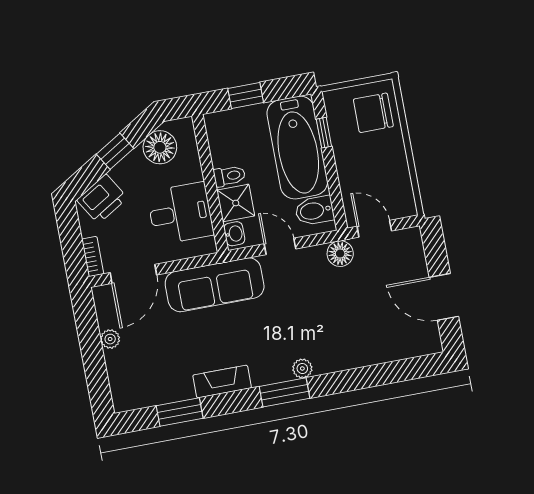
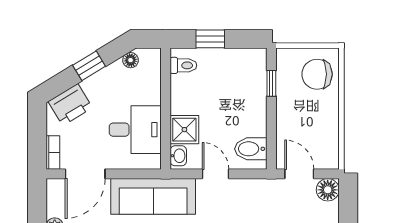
floor lamp: (160, 147) -> (131, 60), width x0.53, depth x0.53
bathtub: (297, 147) -> (246, 92), removed
toilet: (229, 176) -> (183, 65), moved
floor lamp: (340, 254) -> (328, 190), moved

